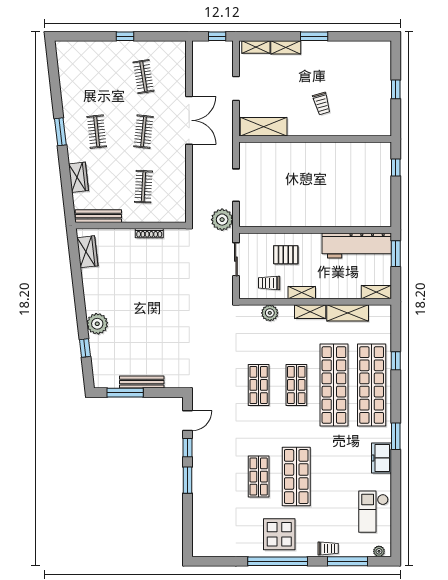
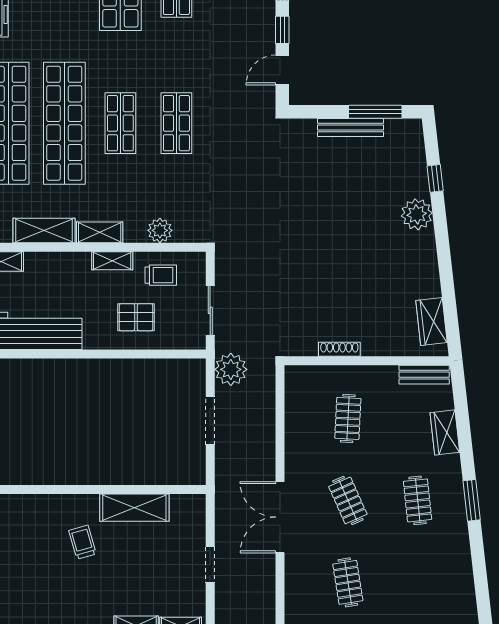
shelving: (264, 127) -> (134, 508), moved
clothes rail: (144, 132) -> (348, 500), turned -30
bench: (98, 216) -> (424, 375), width x0.73

